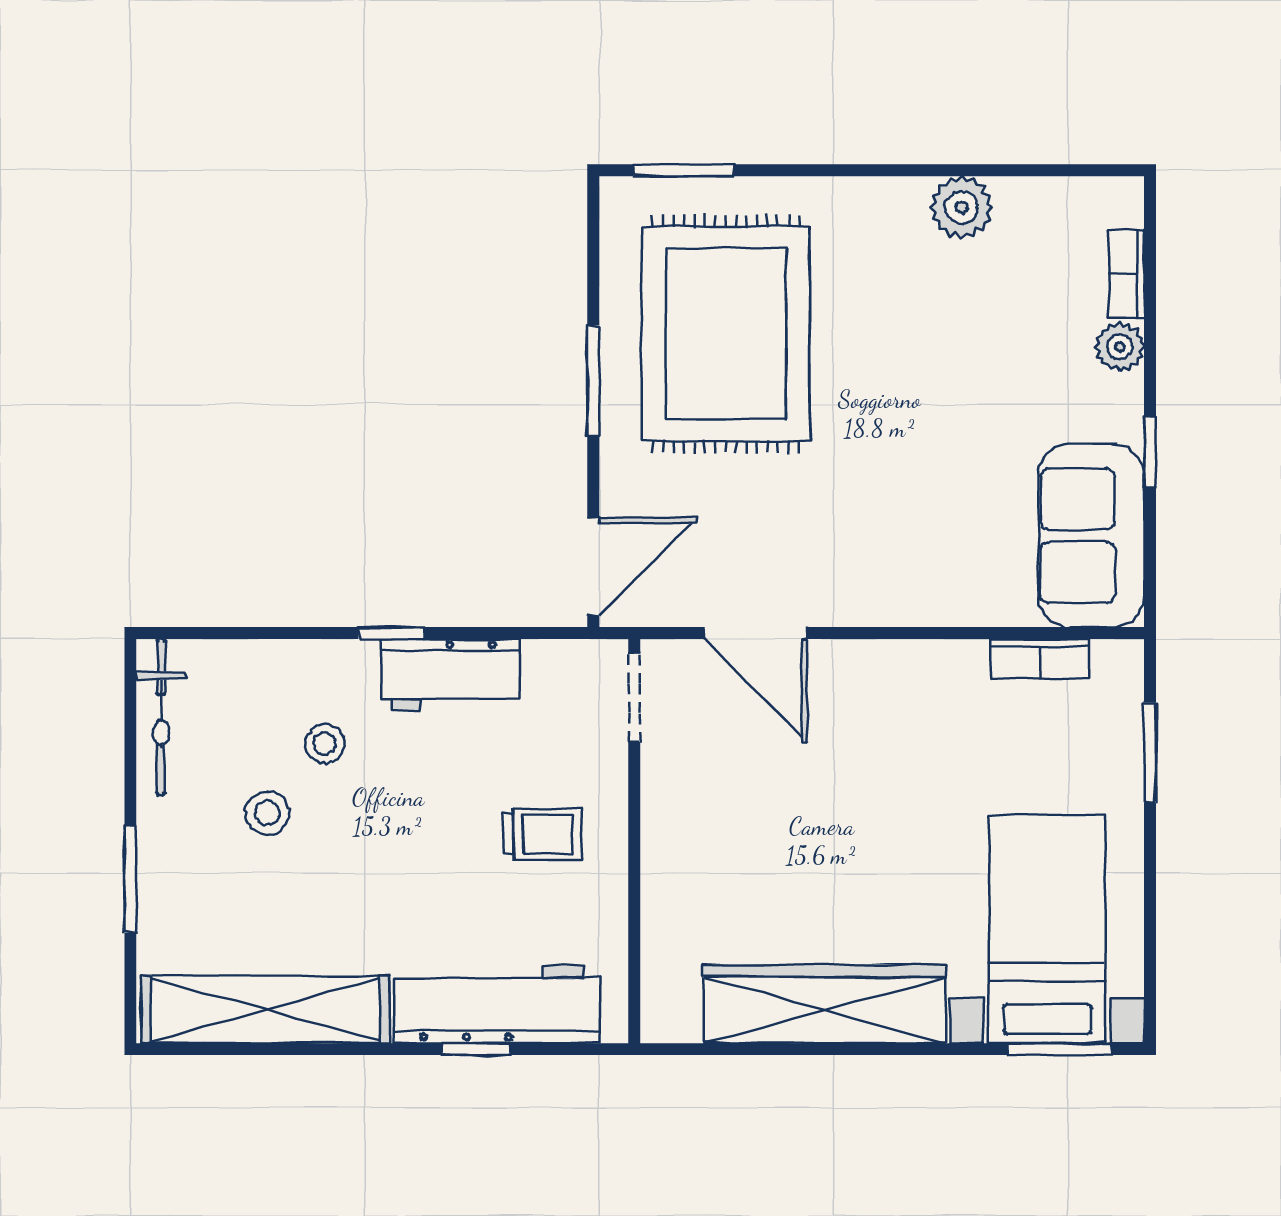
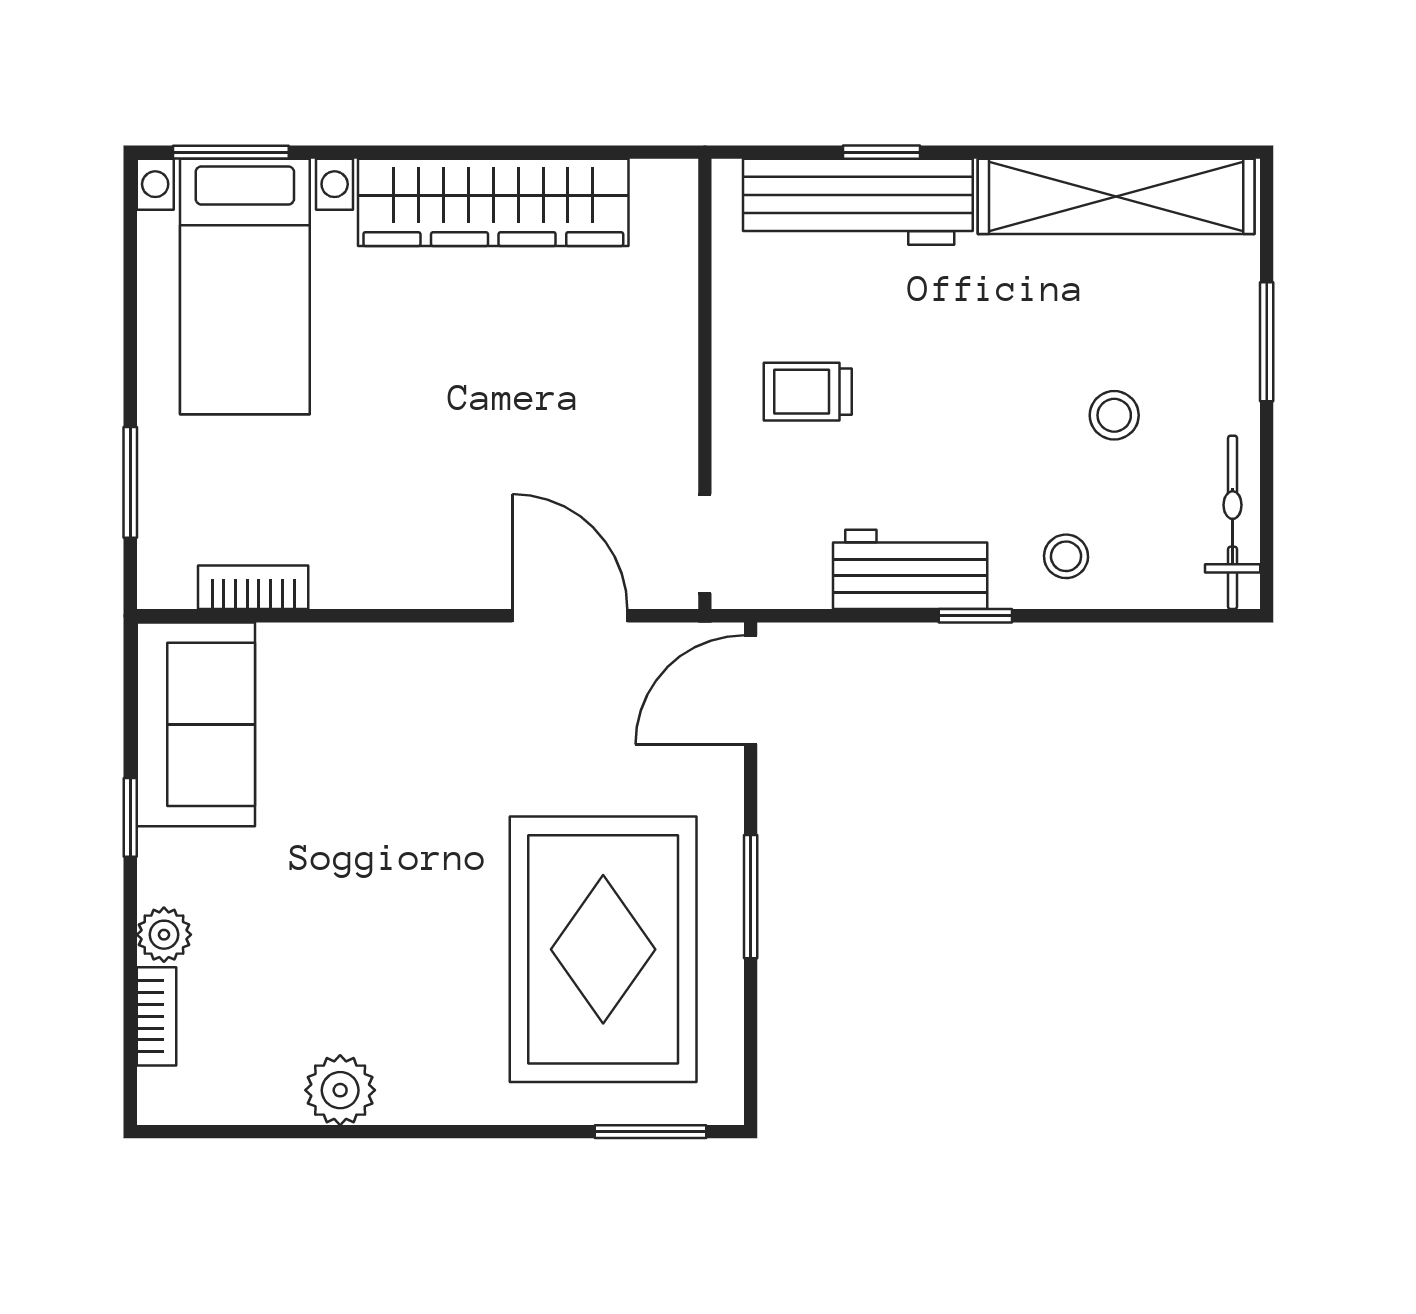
stool: (325, 744) -> (1066, 556), moved

